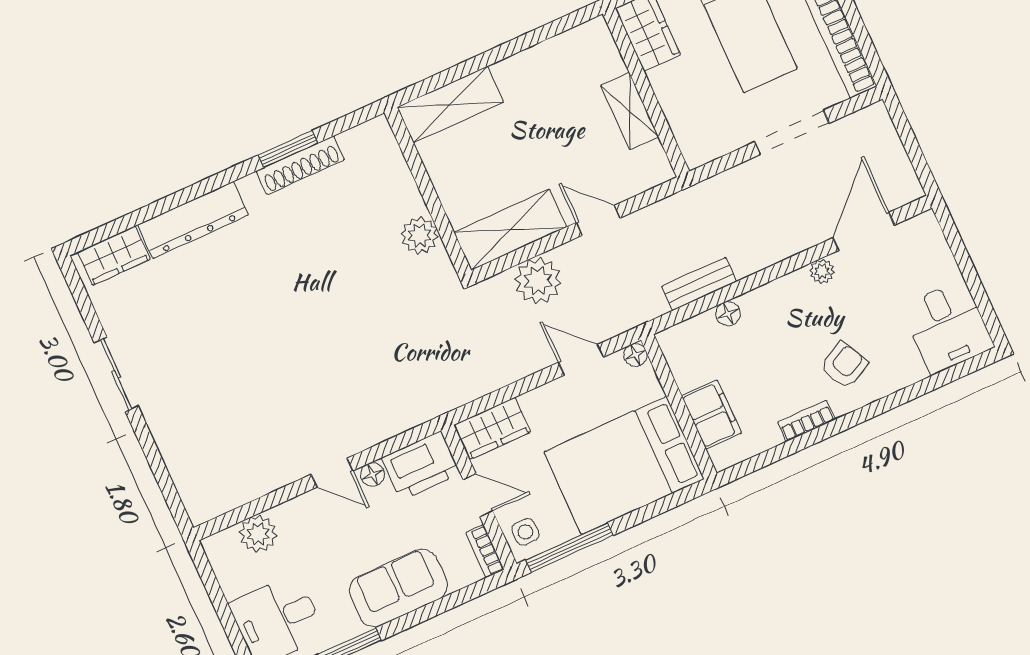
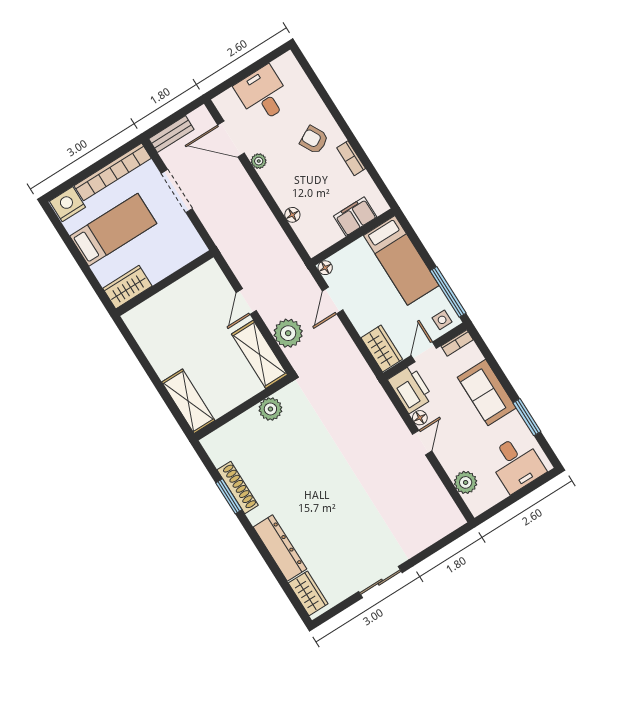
shelving: (630, 111) -> (177, 292), removed
bench: (699, 284) -> (171, 134), moved, turned 90
desk: (947, 327) -> (263, 94), moved, turned -90
bed: (624, 465) -> (401, 260), width x0.67

